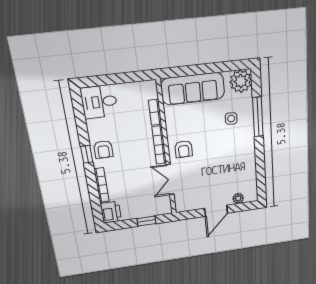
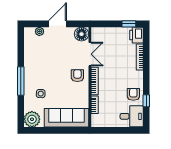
window: (258, 117) -> (21, 81), moved
armchair: (103, 149) -> (133, 94), moved
window: (87, 154) -> (146, 101), moved
floor lamp: (184, 203) -> (82, 34), added
window: (146, 221) -> (129, 24), moved

